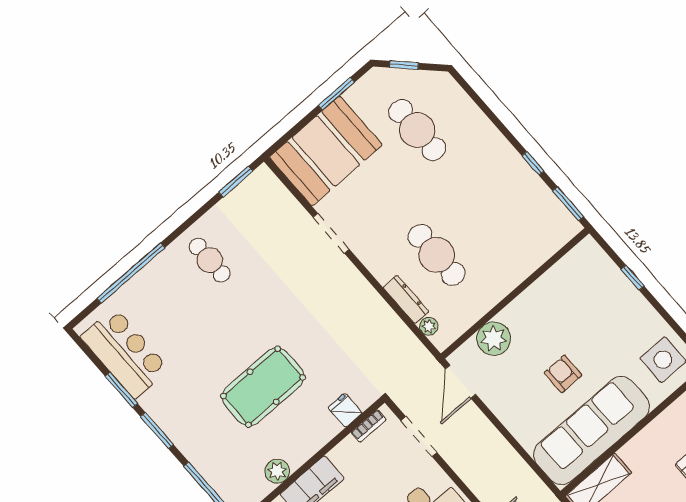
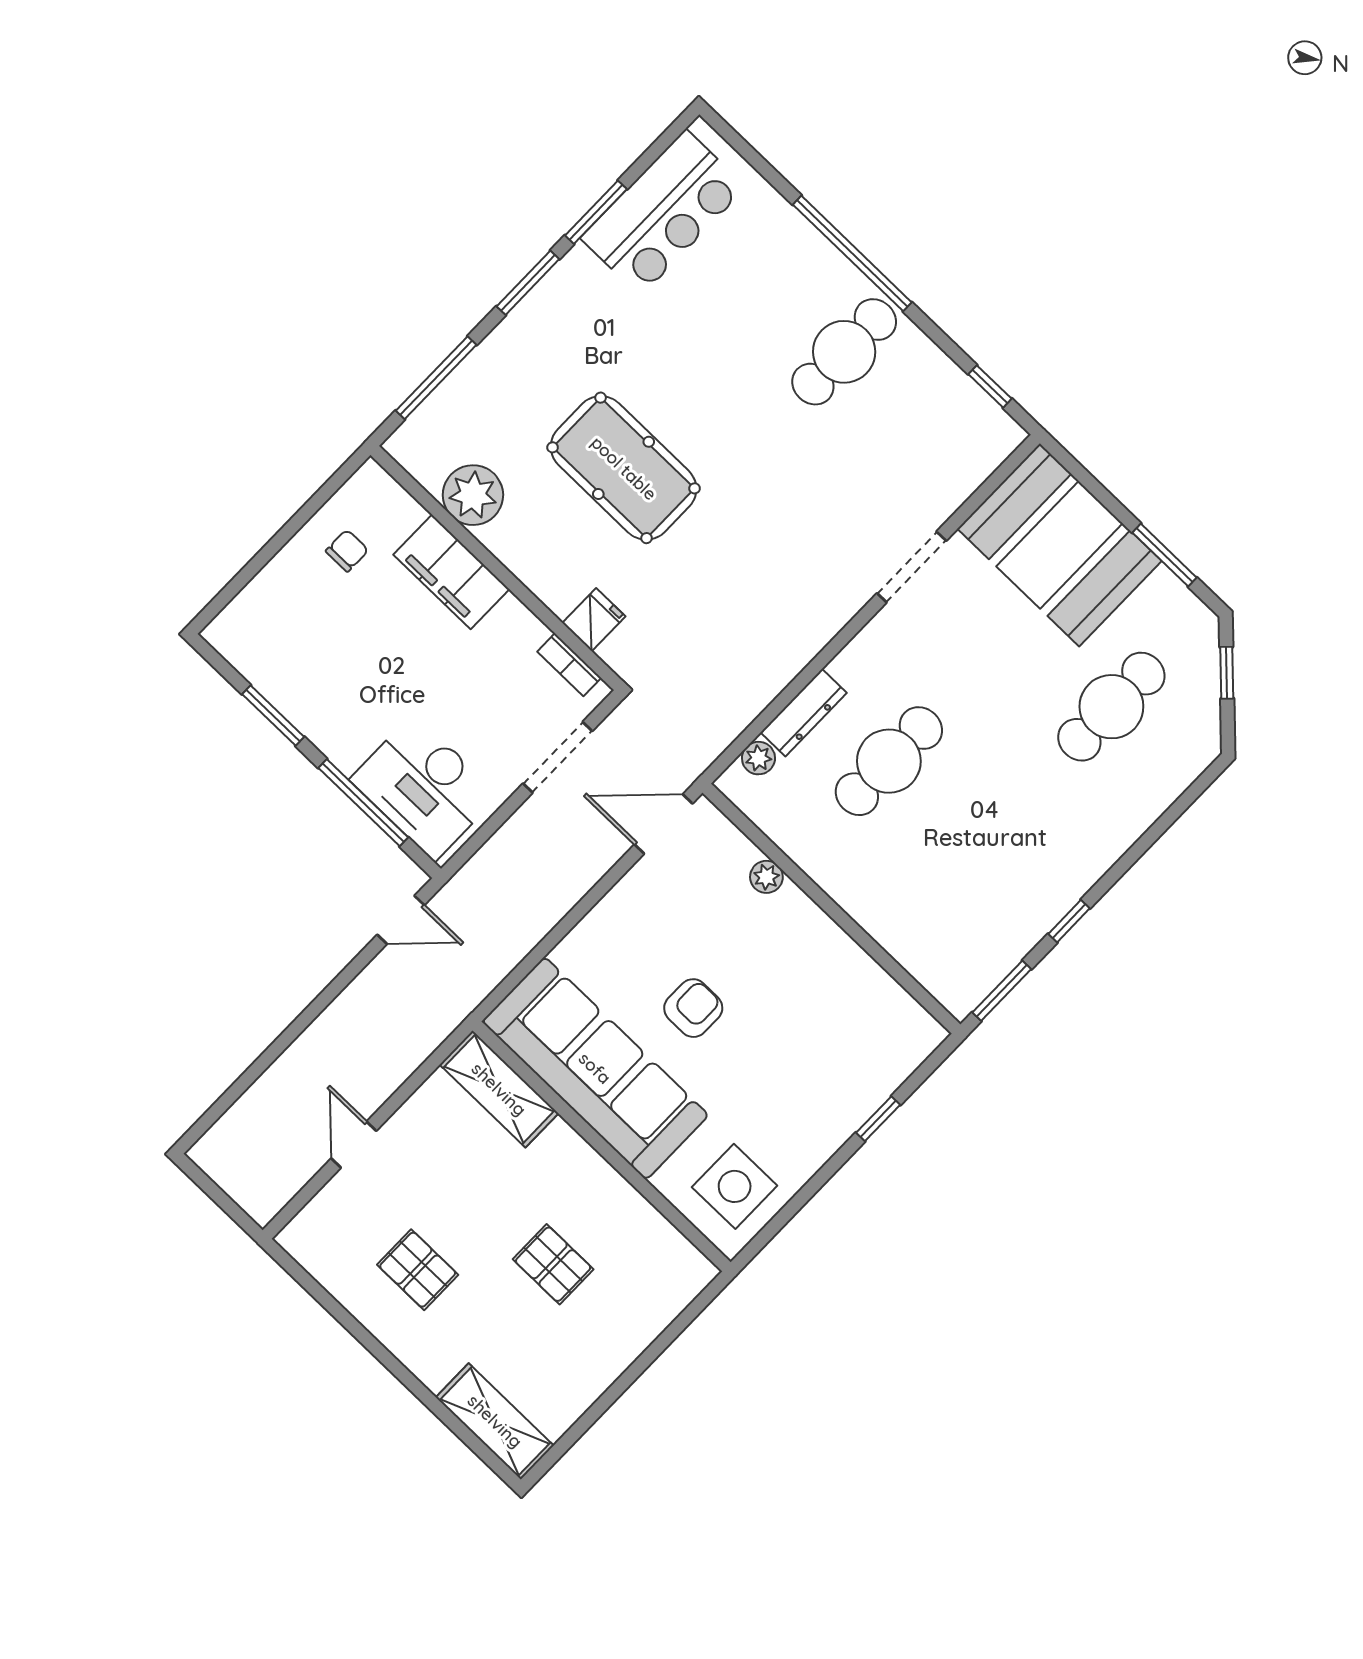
window: (236, 182) -> (990, 386), width x0.67
cafe table: (210, 260) -> (844, 352), width x1.37, depth x1.35
window: (131, 273) -> (852, 253), moved
plant: (494, 339) -> (766, 877), width x0.53, depth x0.53
plant: (277, 471) -> (473, 495), width x1.36, depth x1.36

